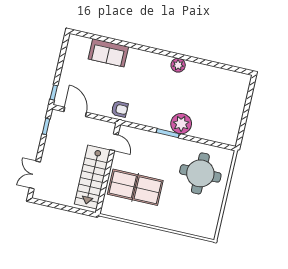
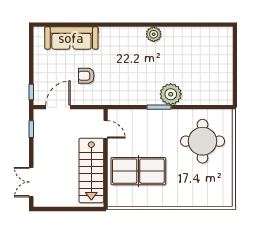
sofa: (108, 53) -> (71, 38), width x1.36
armchair: (120, 109) -> (86, 76), moved, turned 180
door: (75, 112) -> (58, 107), hinge flipped

